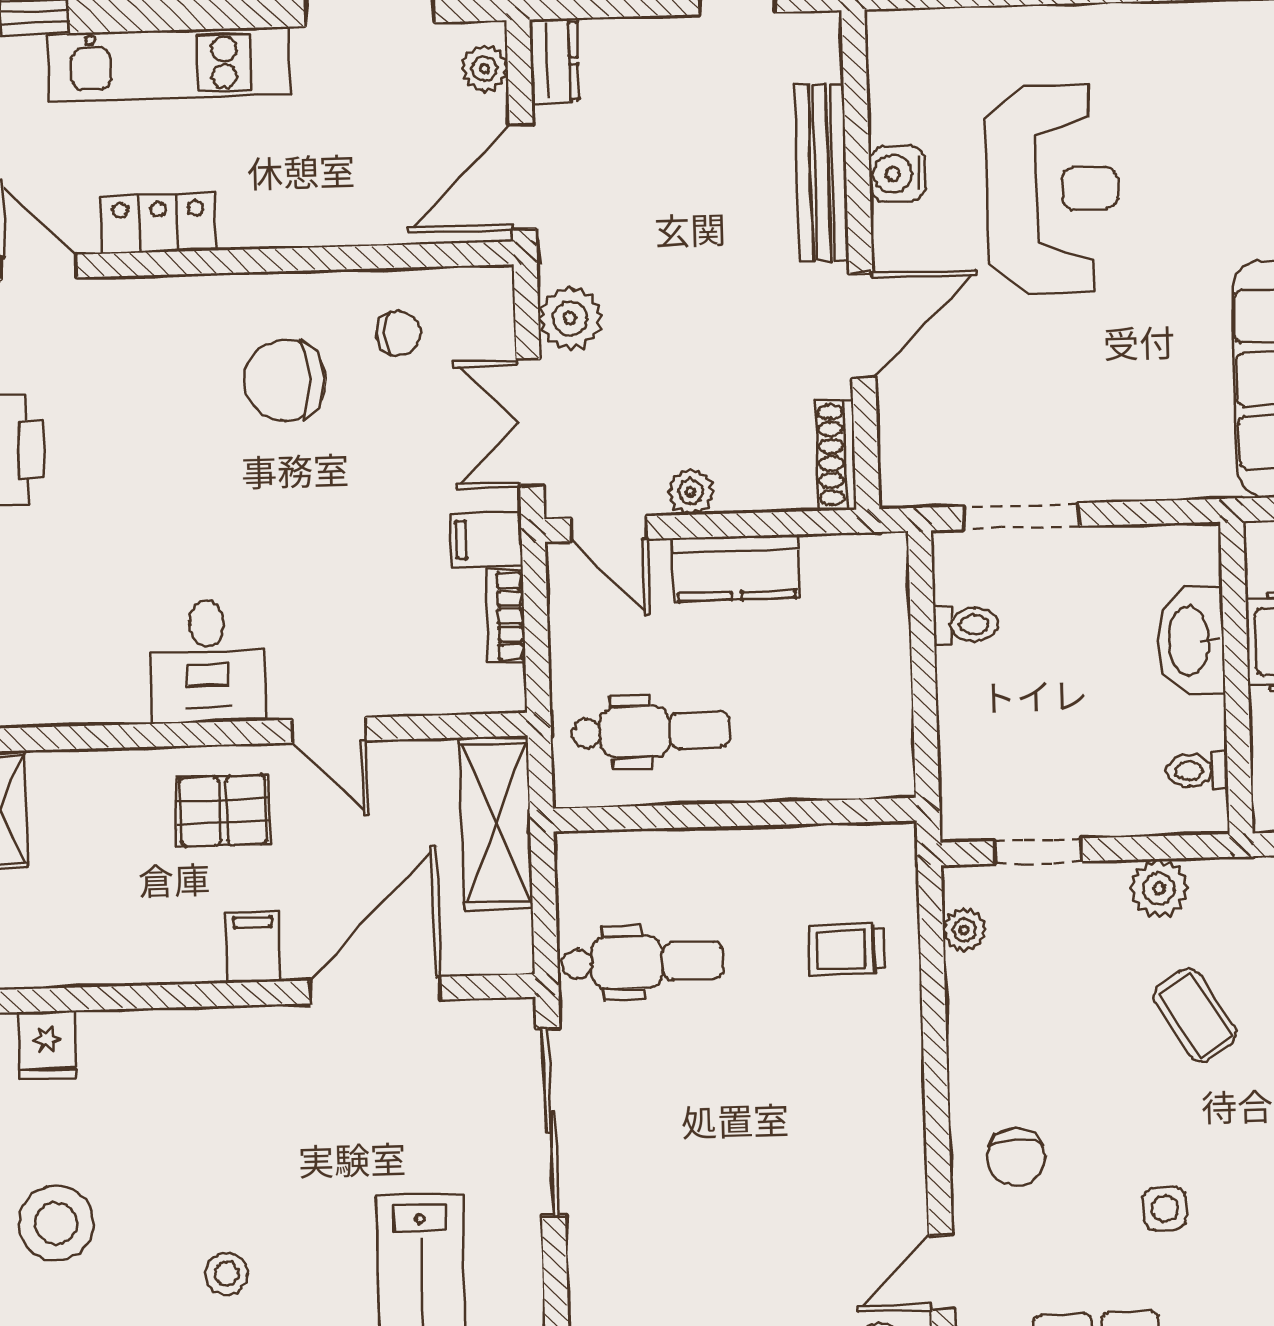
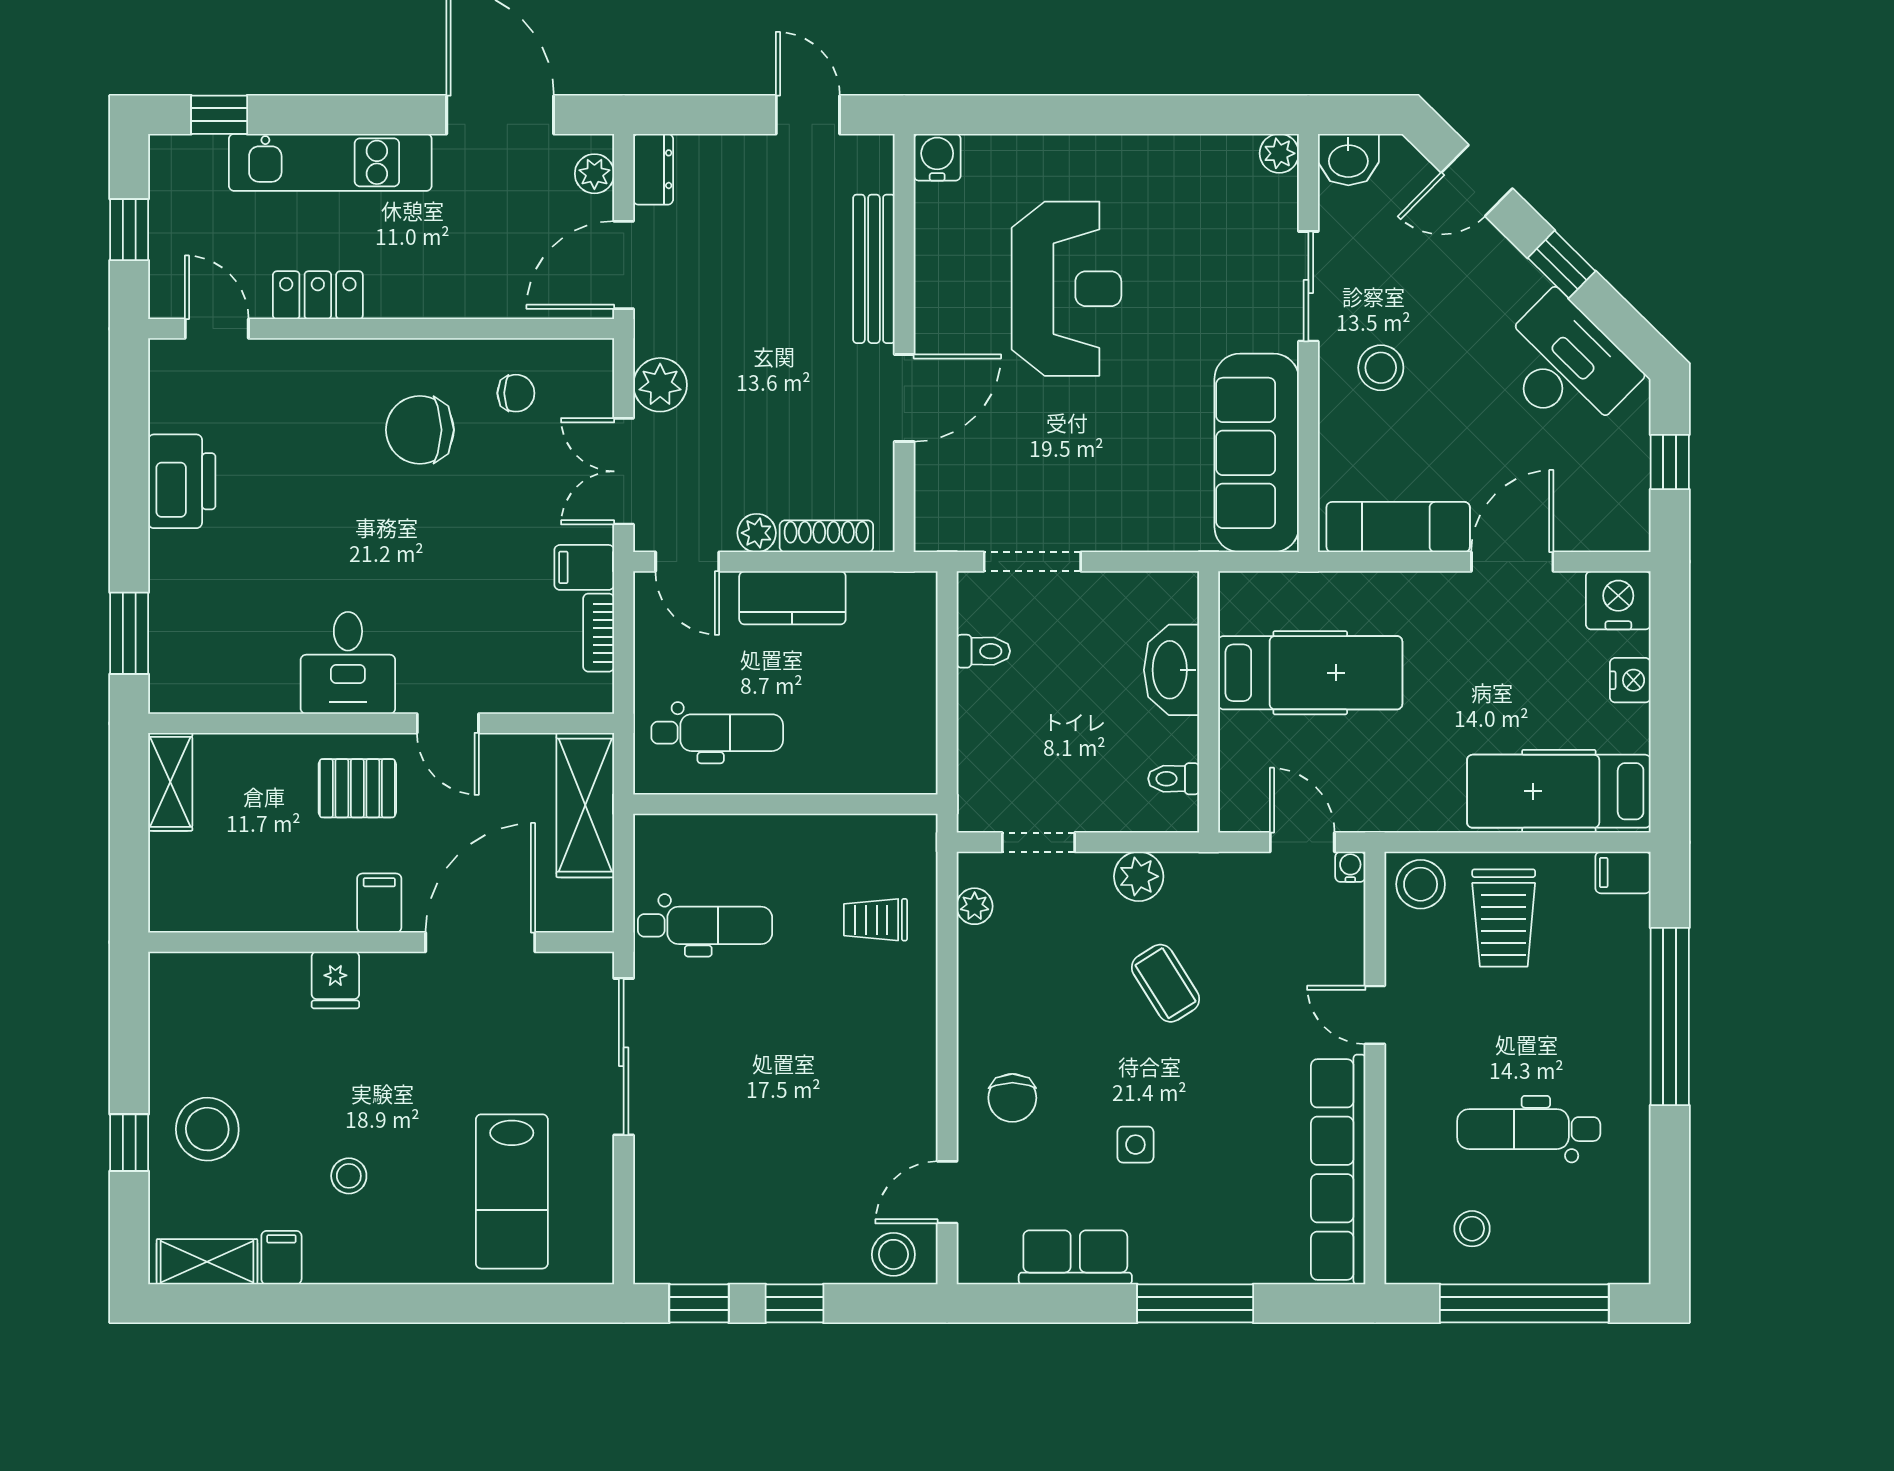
water cooler: (897, 174) -> (937, 157), moved, turned 90
shoe rack: (836, 455) -> (826, 536), moved, turned 90
fridge: (47, 1045) -> (335, 980), moved

